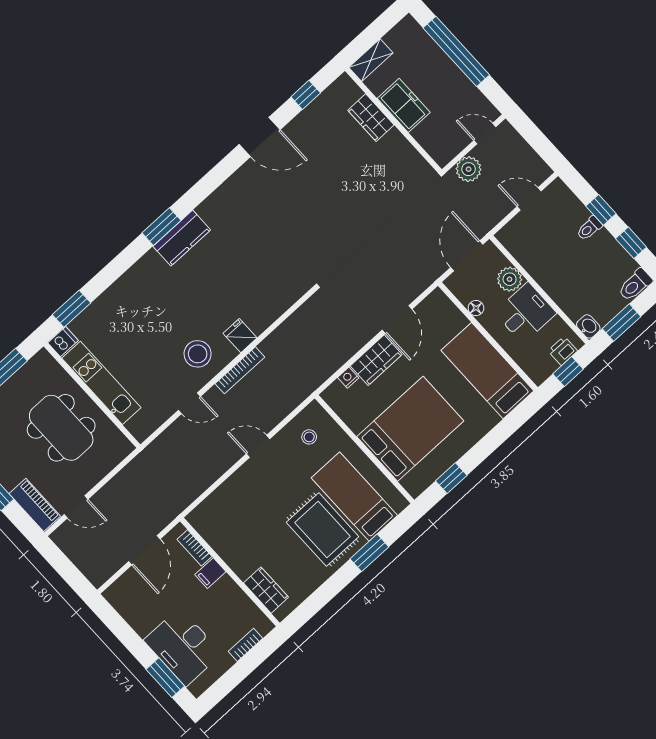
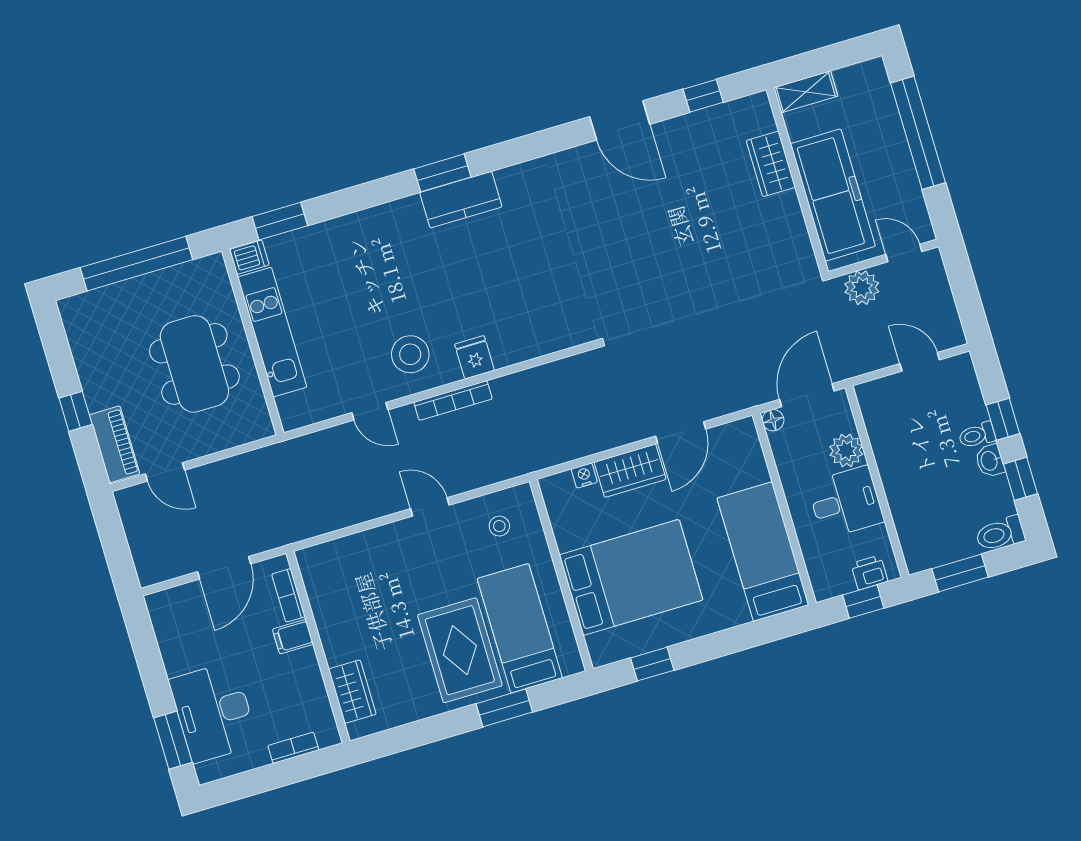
freezer: (404, 105) -> (833, 195), width x1.91, depth x1.26
floor lamp: (476, 308) -> (773, 420), moved
washbasin: (588, 326) -> (990, 461), moved, turned 180

